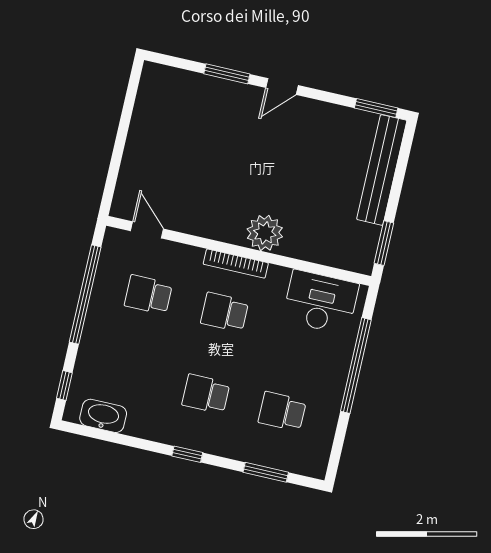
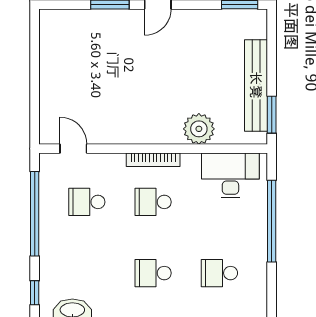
bench: (382, 170) -> (256, 85), moved
plant: (265, 233) -> (199, 129), moved

